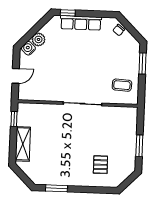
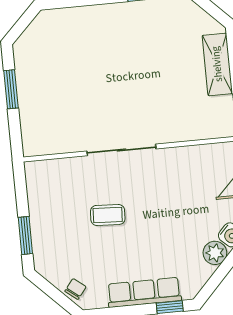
coffee table: (122, 85) -> (108, 215), moved
pallet: (100, 165) -> (75, 47), removed

